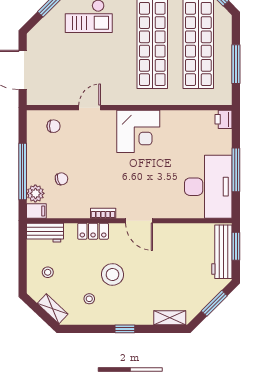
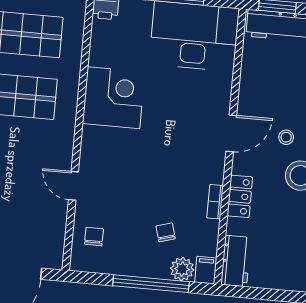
corner desk: (138, 131) -> (114, 98), moved
bookcase: (103, 213) -> (215, 202), moved
stool: (48, 272) -> (286, 137), moved

